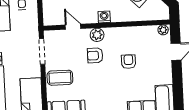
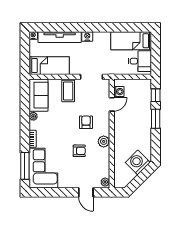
washing machine: (104, 17) -> (119, 92), moved
plant: (97, 35) -> (104, 141), moved

